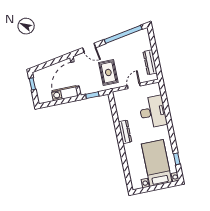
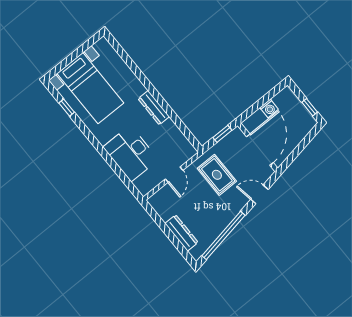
dresser: (150, 62) -> (181, 233), moved

